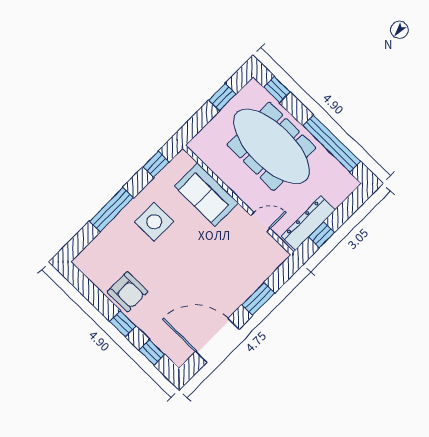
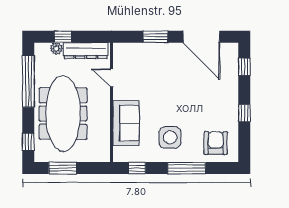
window: (222, 97) -> (63, 168), width x1.50
plant: (336, 198) -> (56, 48), added
window: (322, 235) -> (63, 37), moved
armchair: (127, 292) -> (216, 143), moved
window: (123, 324) -> (244, 113), moved

